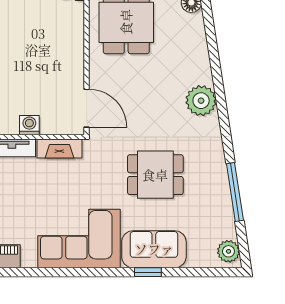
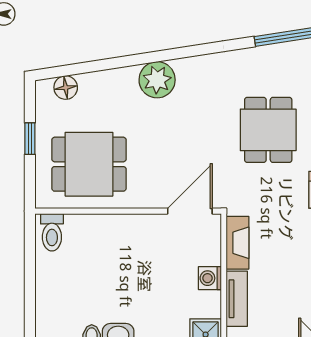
plant: (201, 101) -> (157, 80), moved

